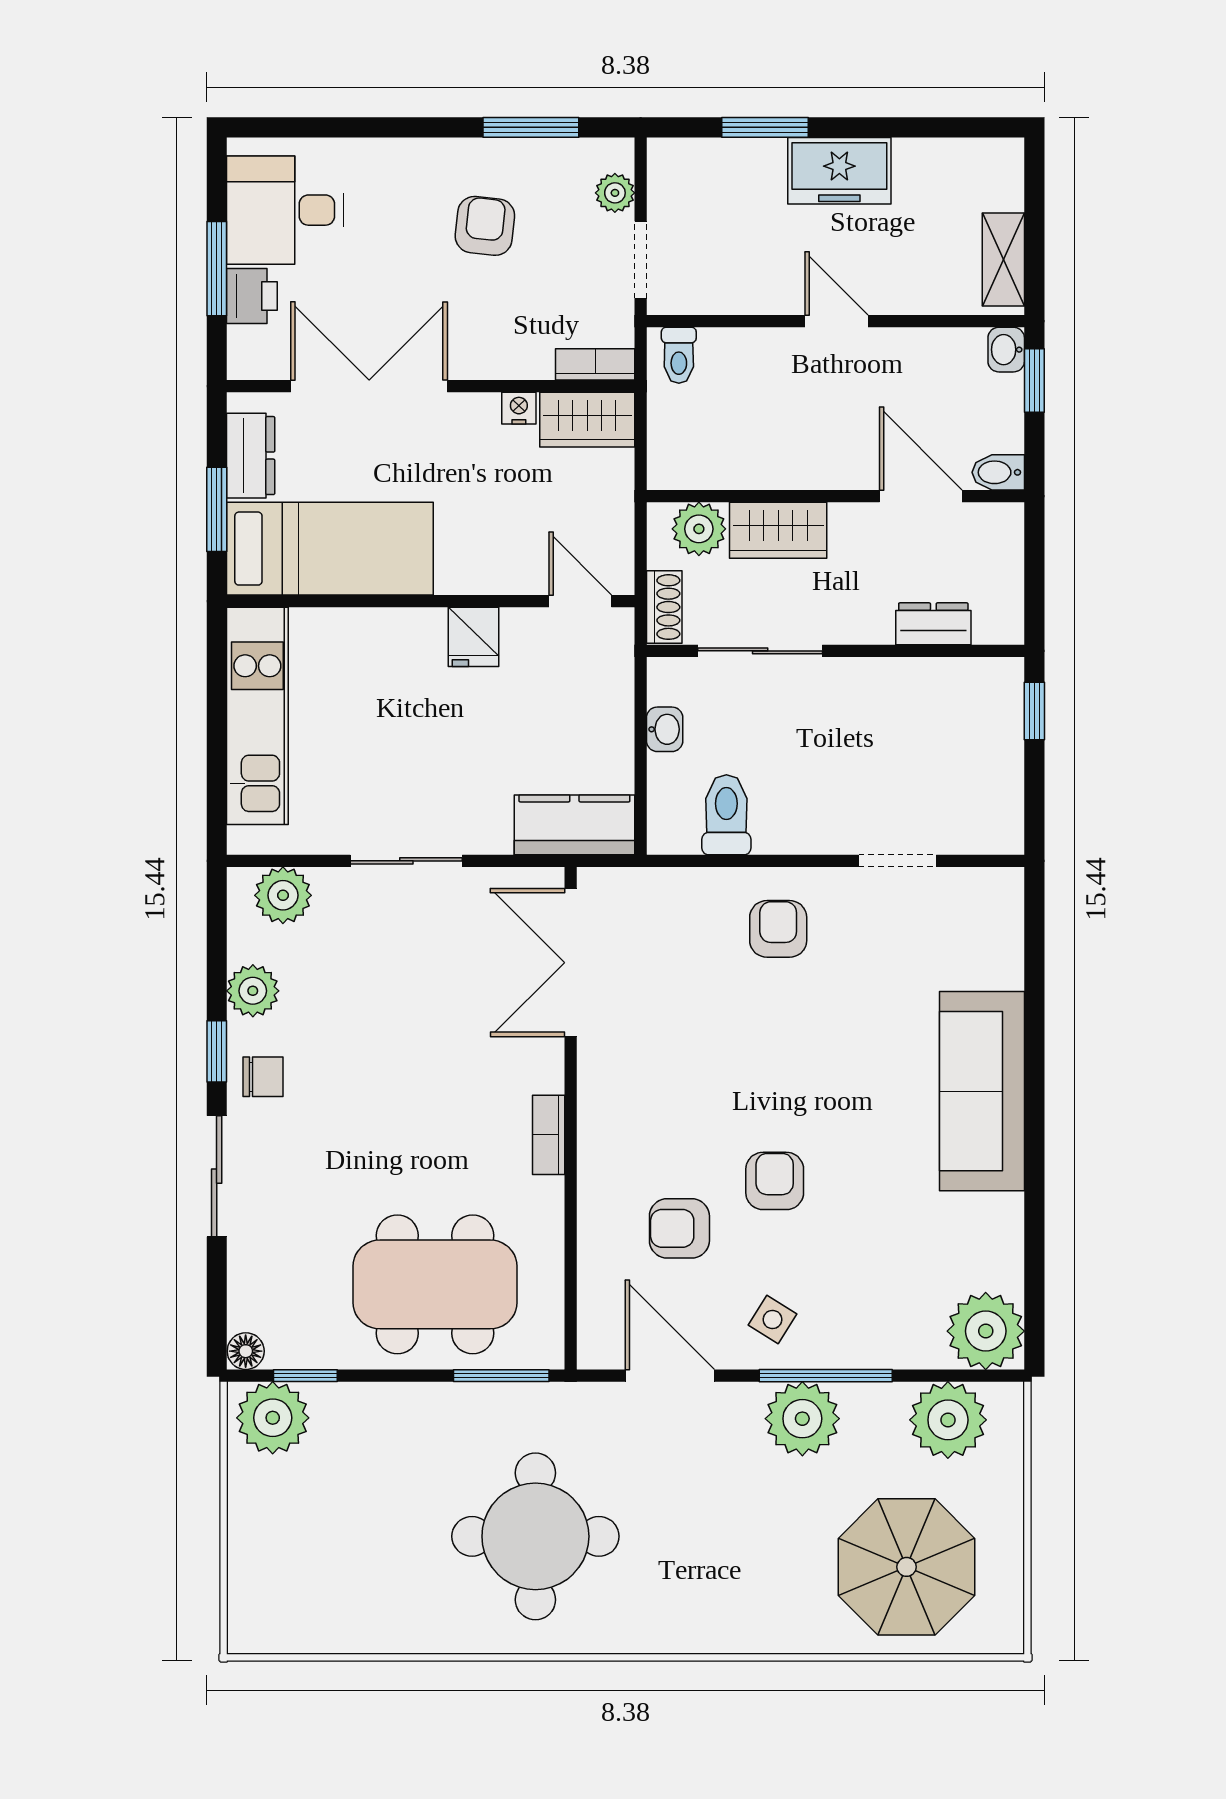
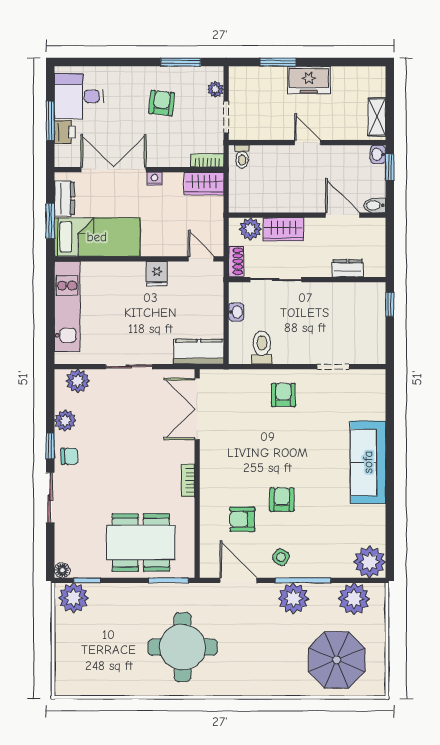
nightstand: (519, 408) -> (154, 179), moved

